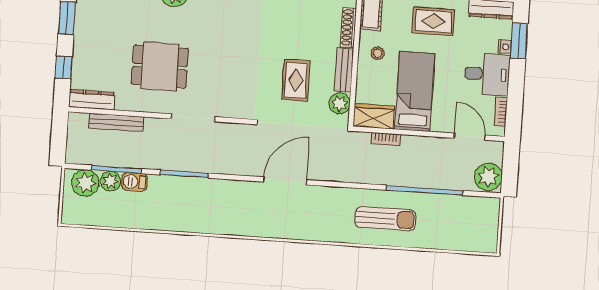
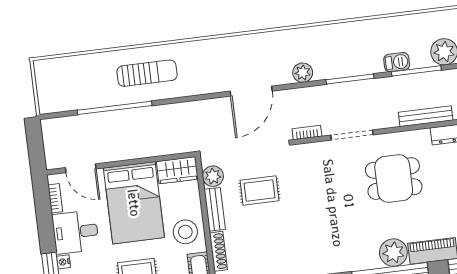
stool: (378, 53) -> (185, 232), width x1.89, depth x1.89
rug: (296, 80) -> (259, 190), turned 90
bed: (415, 92) -> (134, 203), width x1.50
bookcase: (386, 139) -> (307, 133), moved
plant: (488, 177) -> (55, 133), removed
plant: (110, 181) -> (303, 73), moved
sun lounger: (385, 219) -> (147, 73), turned 180

